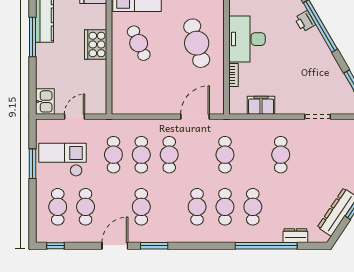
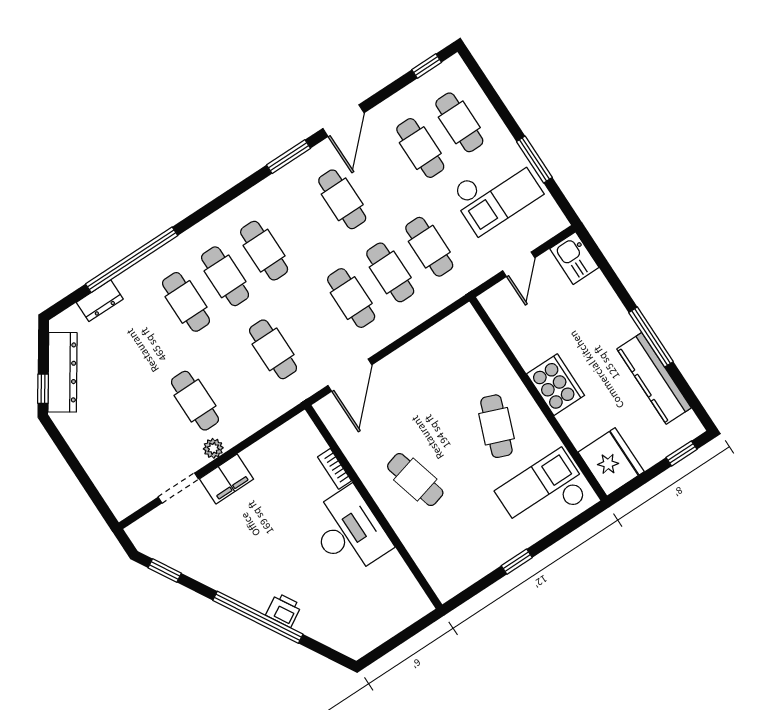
cafe table: (139, 43) -> (496, 426), turned 45
cafe table: (197, 43) -> (415, 480), width x0.73, depth x0.74
filing cabinet: (261, 105) -> (227, 479), moved
plant: (287, 125) -> (213, 448), added

